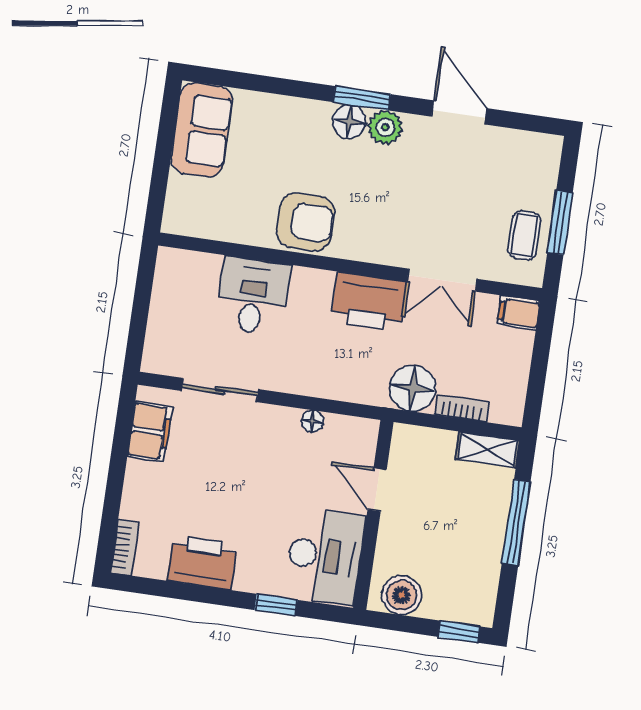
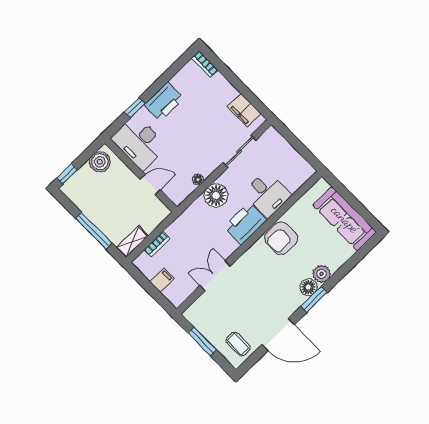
door: (459, 112) -> (278, 335), width x1.36
plant: (385, 127) -> (322, 274), moved
sofa: (202, 130) -> (345, 219), width x1.36
coffee table: (524, 235) -> (238, 344), moved
printer: (369, 302) -> (245, 224), moved
filing cabinet: (519, 313) -> (162, 280), moved
floor lamp: (413, 388) -> (216, 196), moved
printer: (202, 562) -> (164, 102), moved

